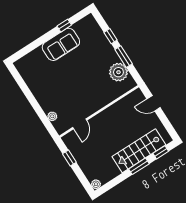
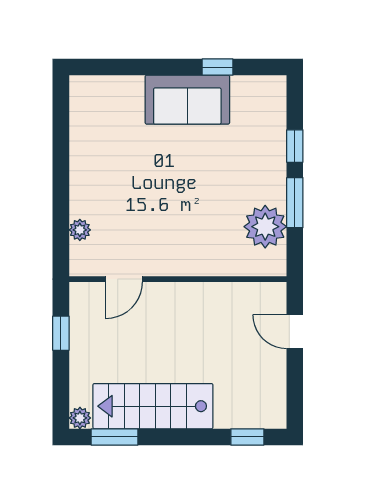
stairs: (139, 151) -> (153, 406), moved
window: (139, 166) -> (115, 437), moved

